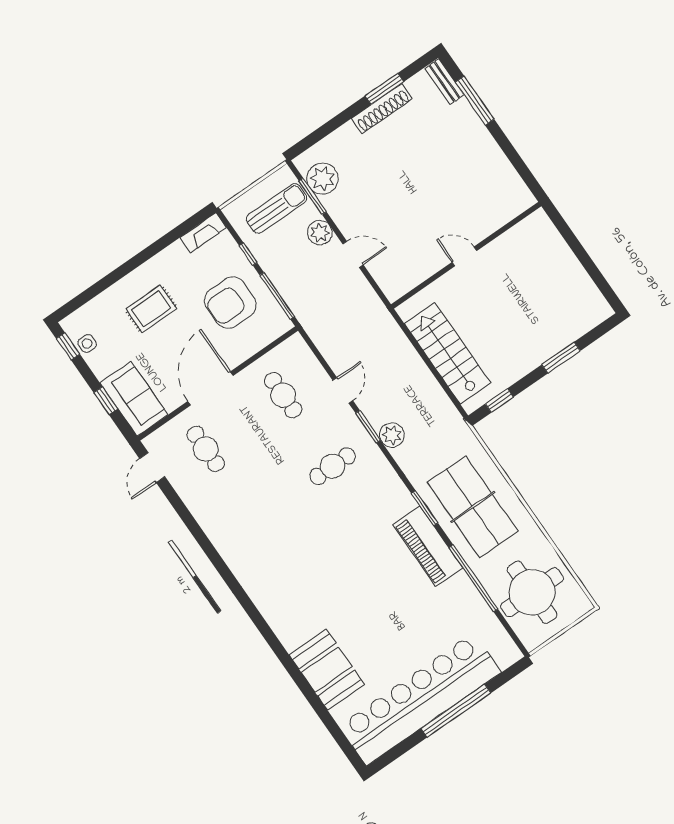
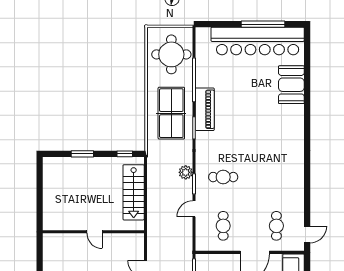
window: (456, 711) -> (263, 24), moved

